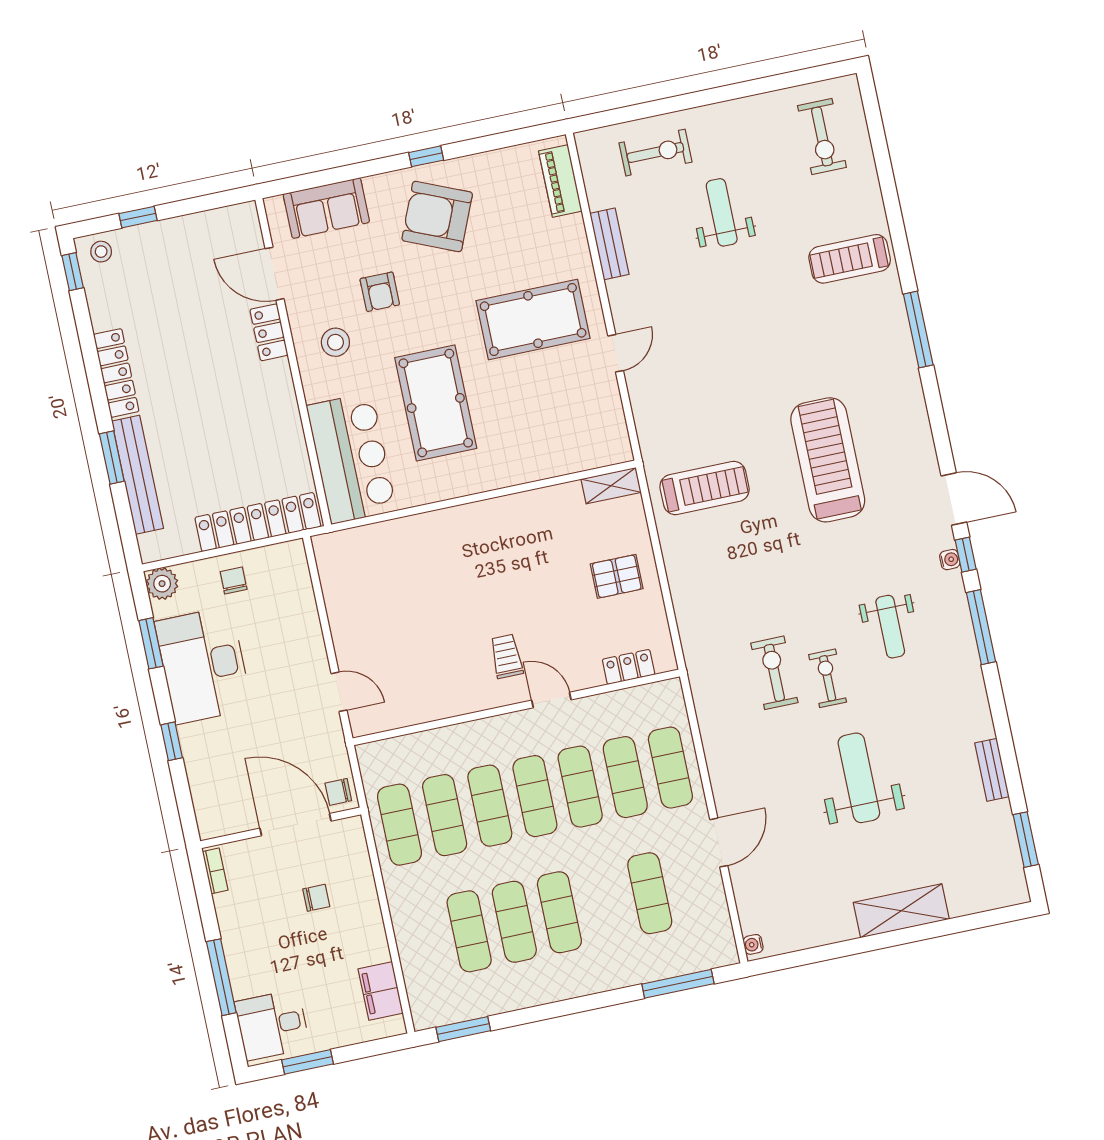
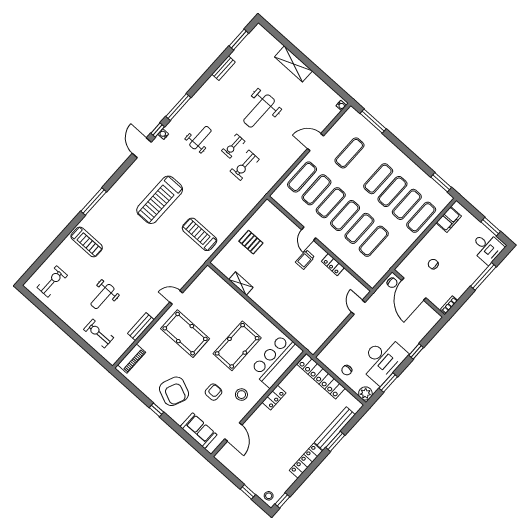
locker: (269, 332) -> (274, 398), moved
shelving: (611, 486) -> (241, 284), moved
locker: (629, 667) -> (333, 265), moved
exercise mat: (399, 825) -> (421, 217), moved

